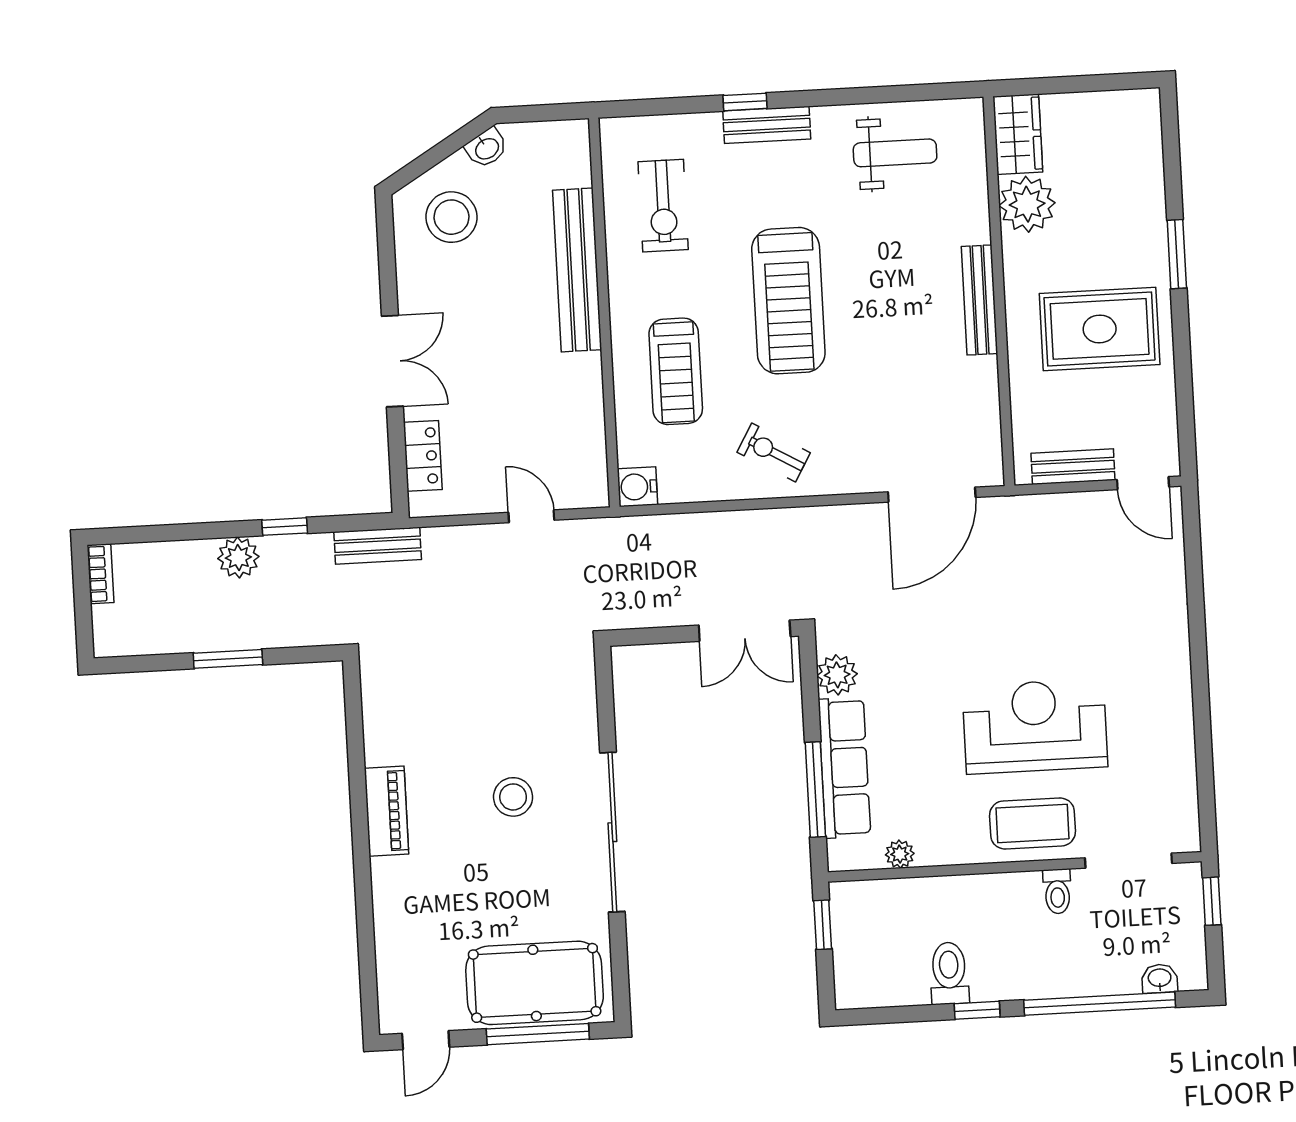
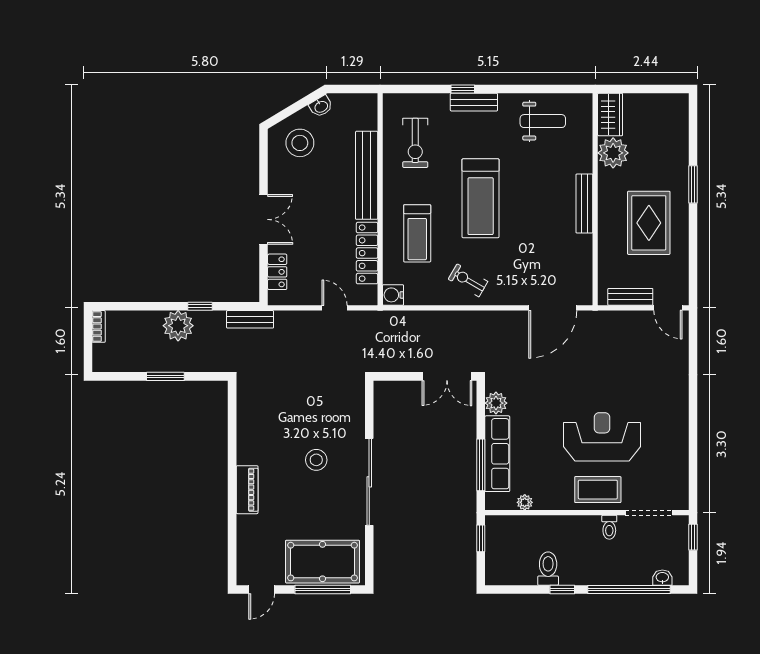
rug: (1100, 329) -> (649, 223), turned 90
locker: (586, 412) -> (367, 253), added
plant: (238, 557) -> (178, 326), width x1.36, depth x1.36
piano: (387, 811) -> (247, 490), moved

